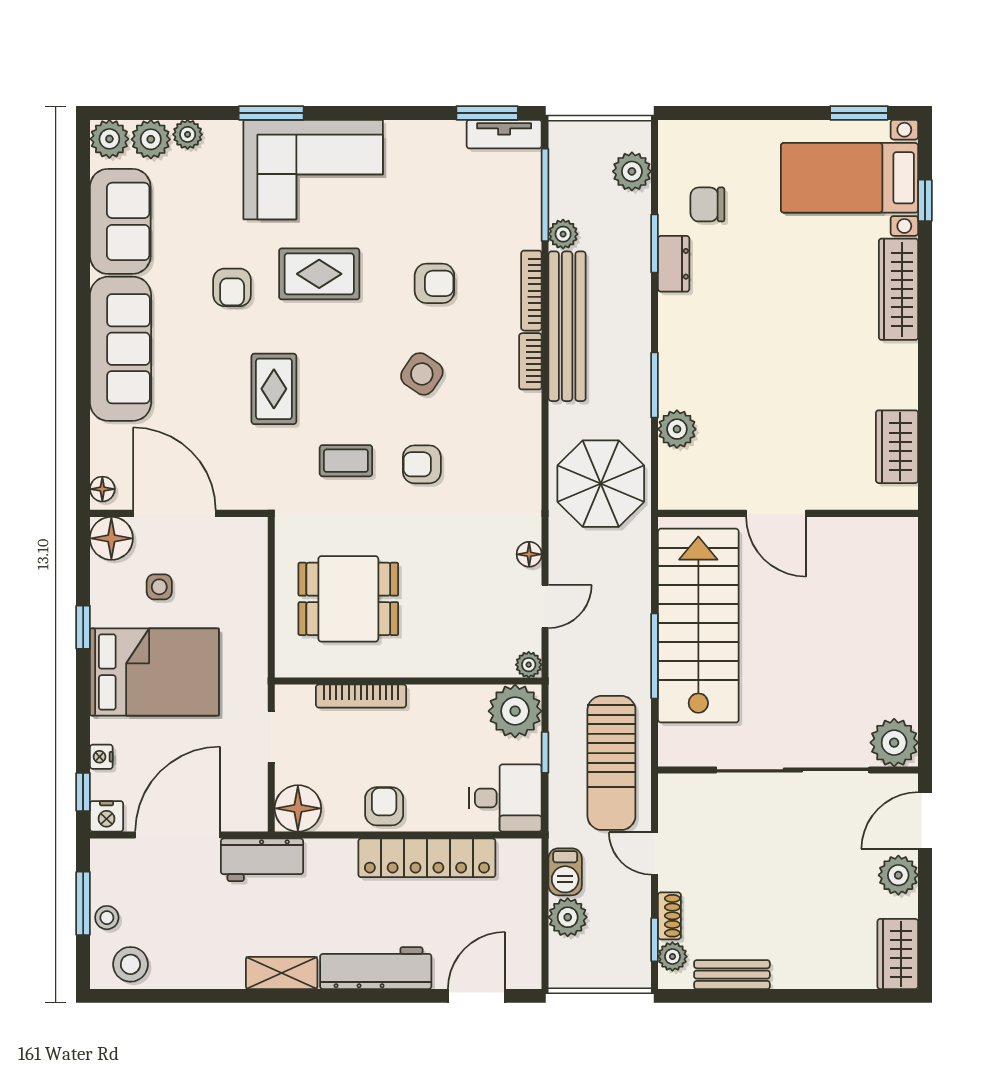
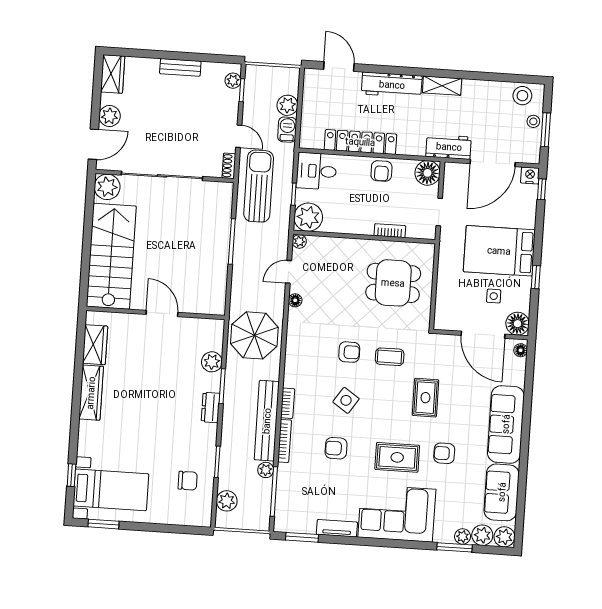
window: (271, 113) -> (454, 547), moved
tv unit: (504, 134) -> (337, 528), moved
dresser: (674, 264) -> (211, 408), moved
armchair: (232, 287) -> (444, 453), turned -90
wardrobe: (898, 289) -> (91, 393), moved
stairs: (698, 626) -> (111, 256), moved, turned 180
bookcase: (361, 696) -> (390, 231), width x0.64
nightstand: (101, 757) -> (531, 207), removed
shoe rack: (669, 916) -> (229, 166), moved
bench: (732, 975) -> (180, 67), moved
door: (477, 996) -> (339, 67), swing flipped

